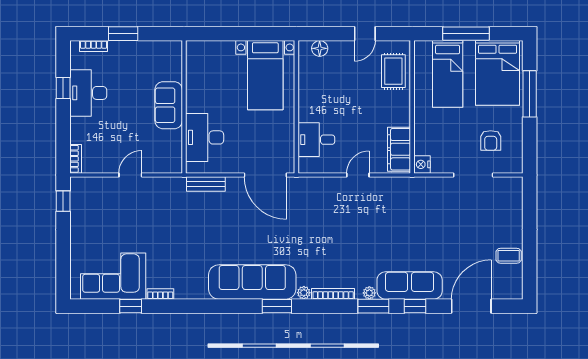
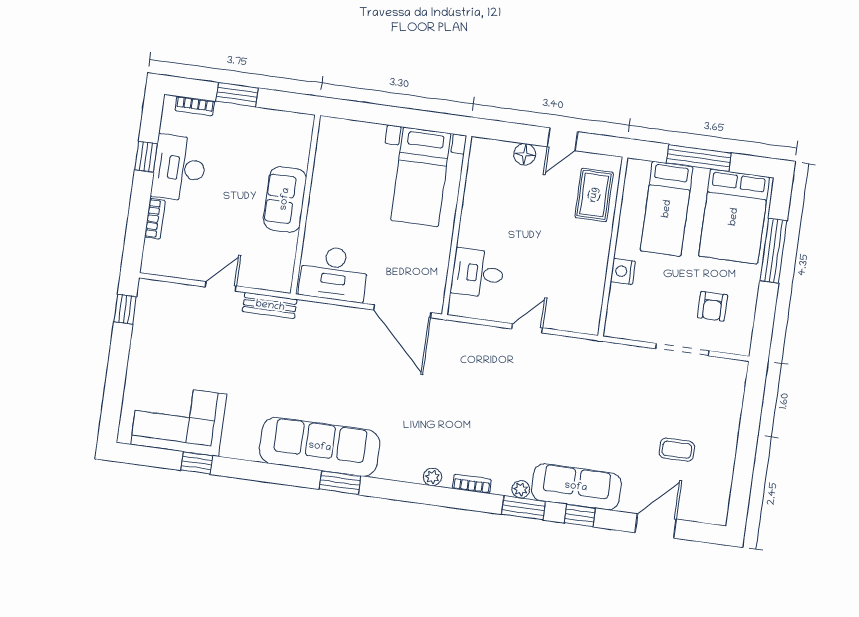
floor lamp: (320, 48) -> (525, 154), moved
desk: (205, 137) -> (334, 274), moved, turned -90
filing cabinet: (399, 149) -> (587, 301), removed
bookcase: (76, 159) -> (155, 219), moved
nightstand: (422, 164) -> (623, 271), moved
bench: (206, 184) -> (270, 306), moved
coffee table: (509, 256) -> (677, 450), moved
sofa: (252, 282) -> (320, 447), moved
bookcase: (160, 294) -> (239, 452), removed
bookcase: (333, 294) -> (472, 484), width x0.64
window: (277, 306) -> (340, 483), moved
door: (471, 306) -> (656, 526), width x0.73

